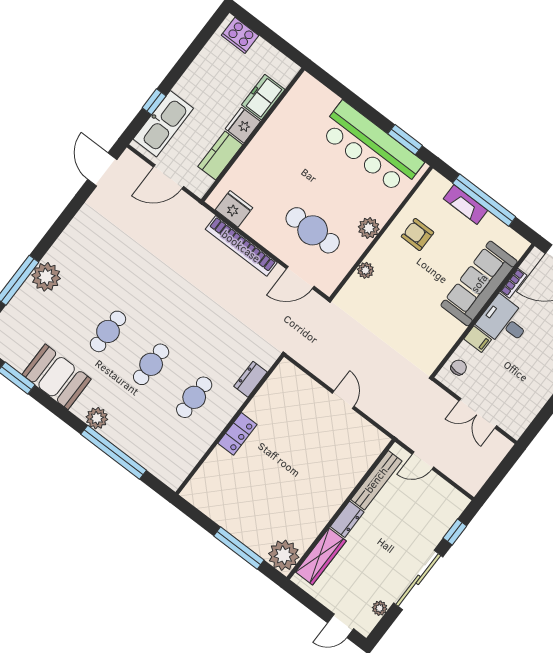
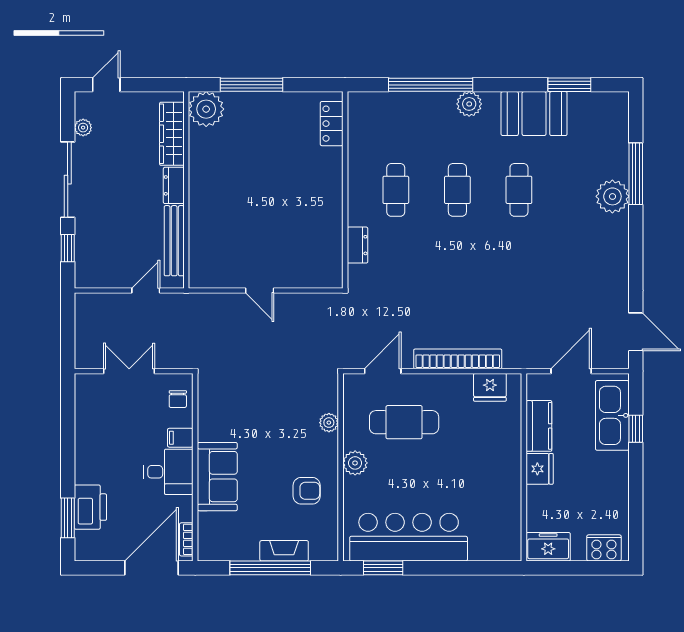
freezer: (263, 97) -> (548, 547), moved, turned -90
sofa: (479, 283) -> (217, 477), width x0.73
bookcase: (514, 283) -> (186, 539), moved
locker: (237, 434) -> (332, 124), moved

